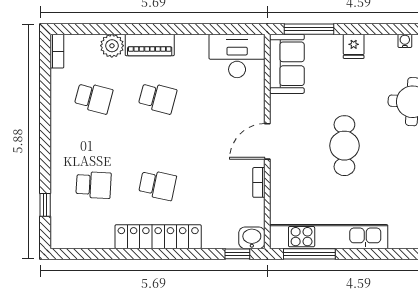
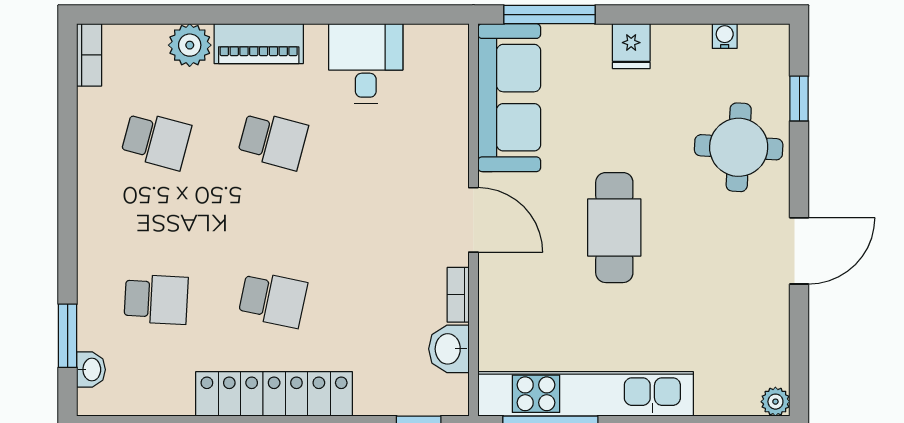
desk: (237, 56) -> (366, 64), moved, width x0.73
sofa: (287, 64) -> (509, 98), width x1.36
door: (267, 141) -> (473, 220), swing flipped
window: (45, 205) -> (68, 336), width x1.50
washbasin: (58, 223) -> (91, 370), added
washbasin: (252, 238) -> (449, 349), moved, turned -90

